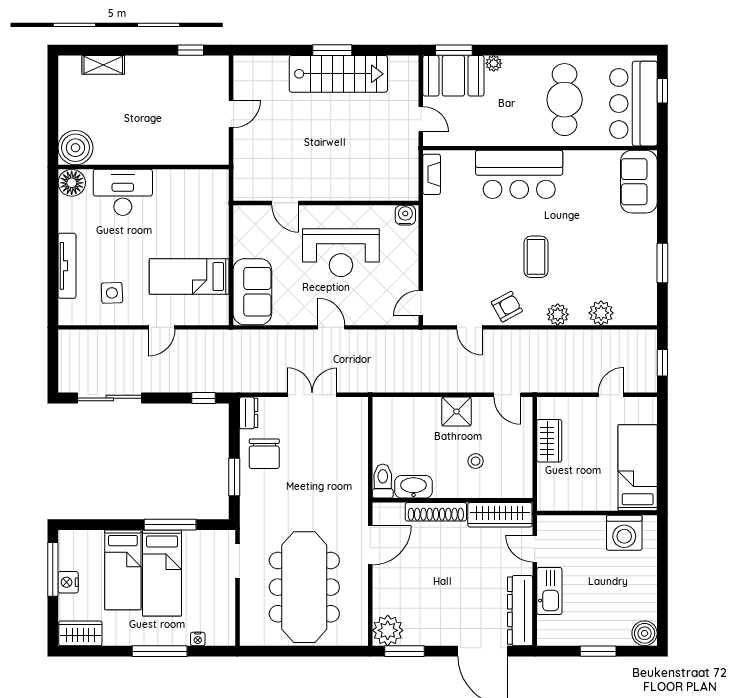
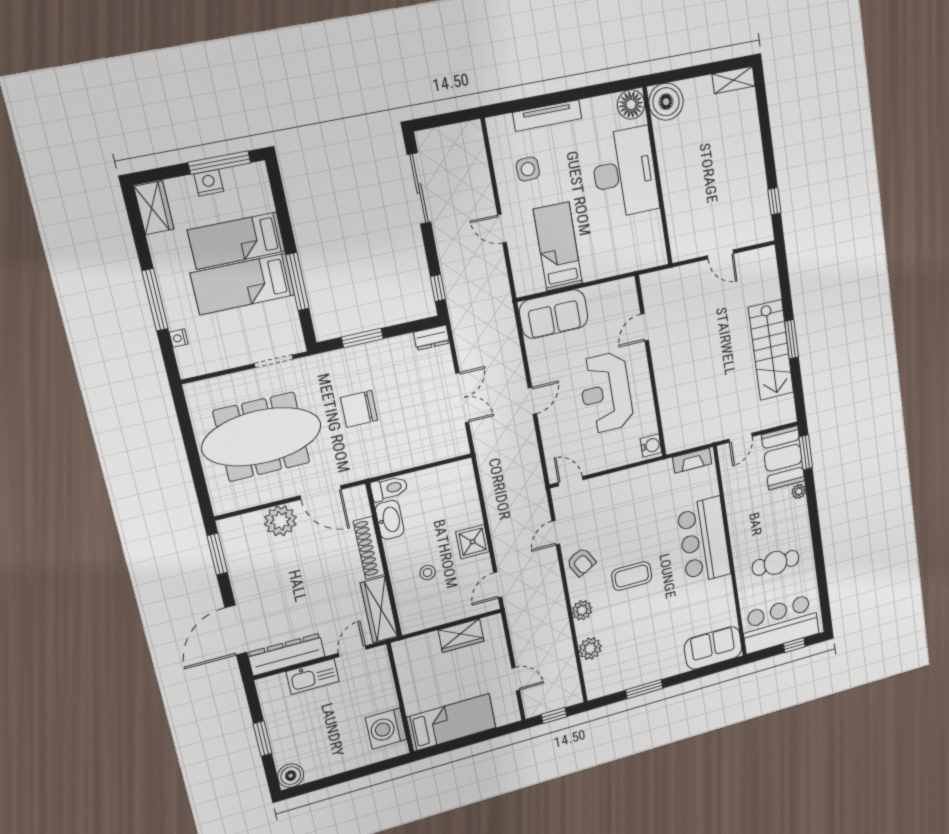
shelving: (103, 65) -> (734, 80), moved, turned 90
cafe table: (565, 100) -> (775, 563), width x0.73, depth x0.74
desk: (123, 192) -> (625, 173), width x1.36, depth x1.30
chair: (264, 454) -> (359, 409), moved
plant: (388, 630) -> (280, 521), moved

